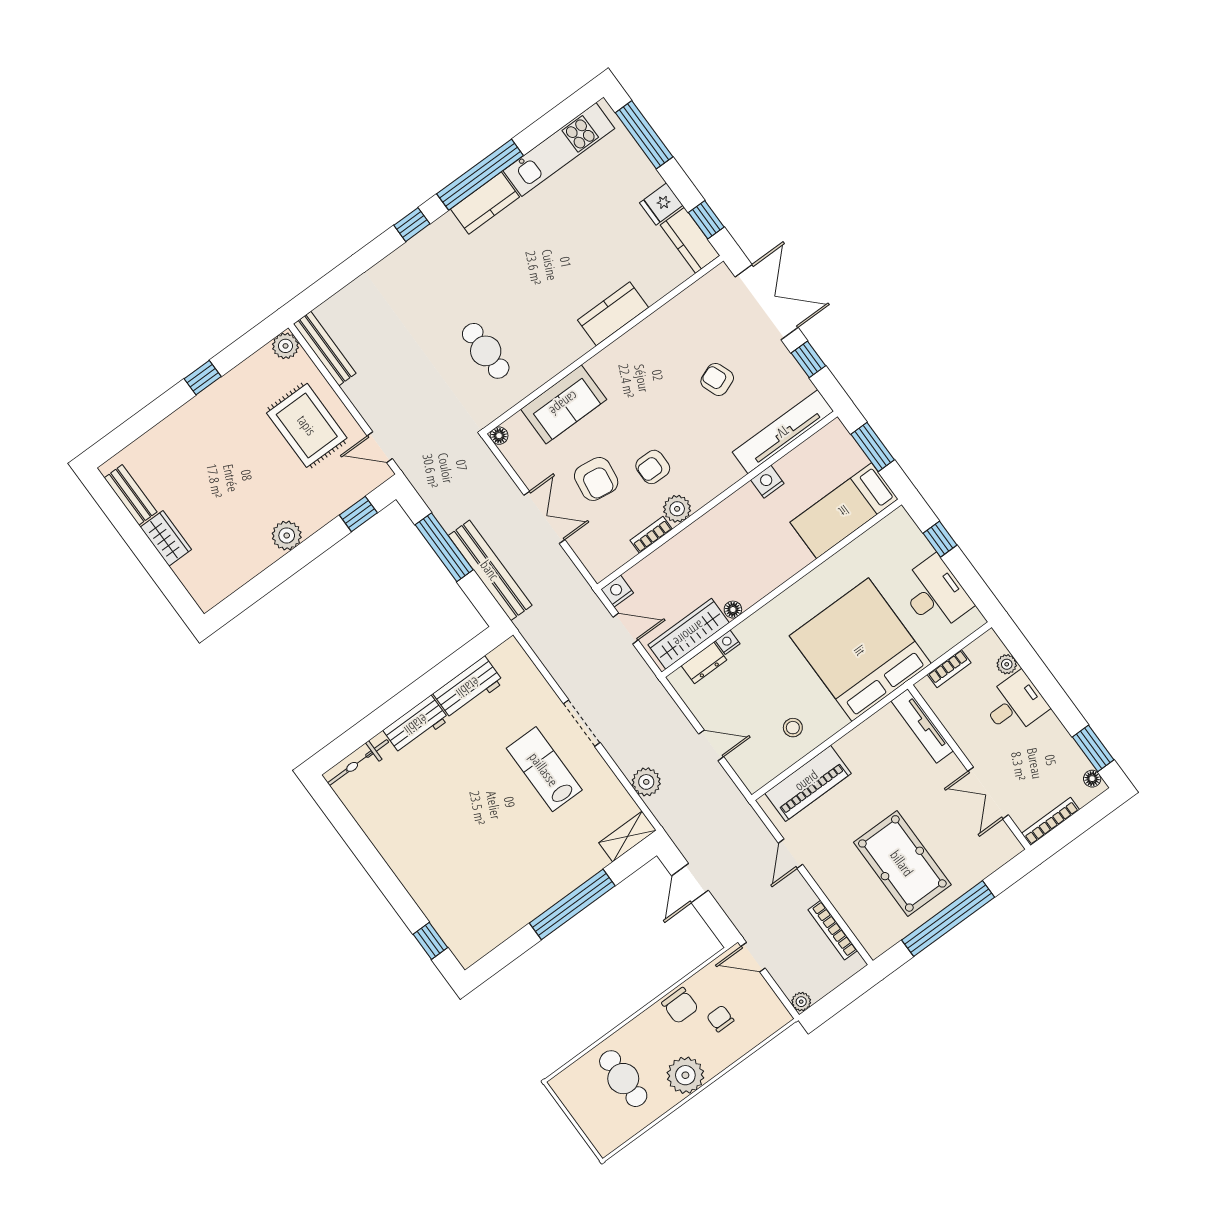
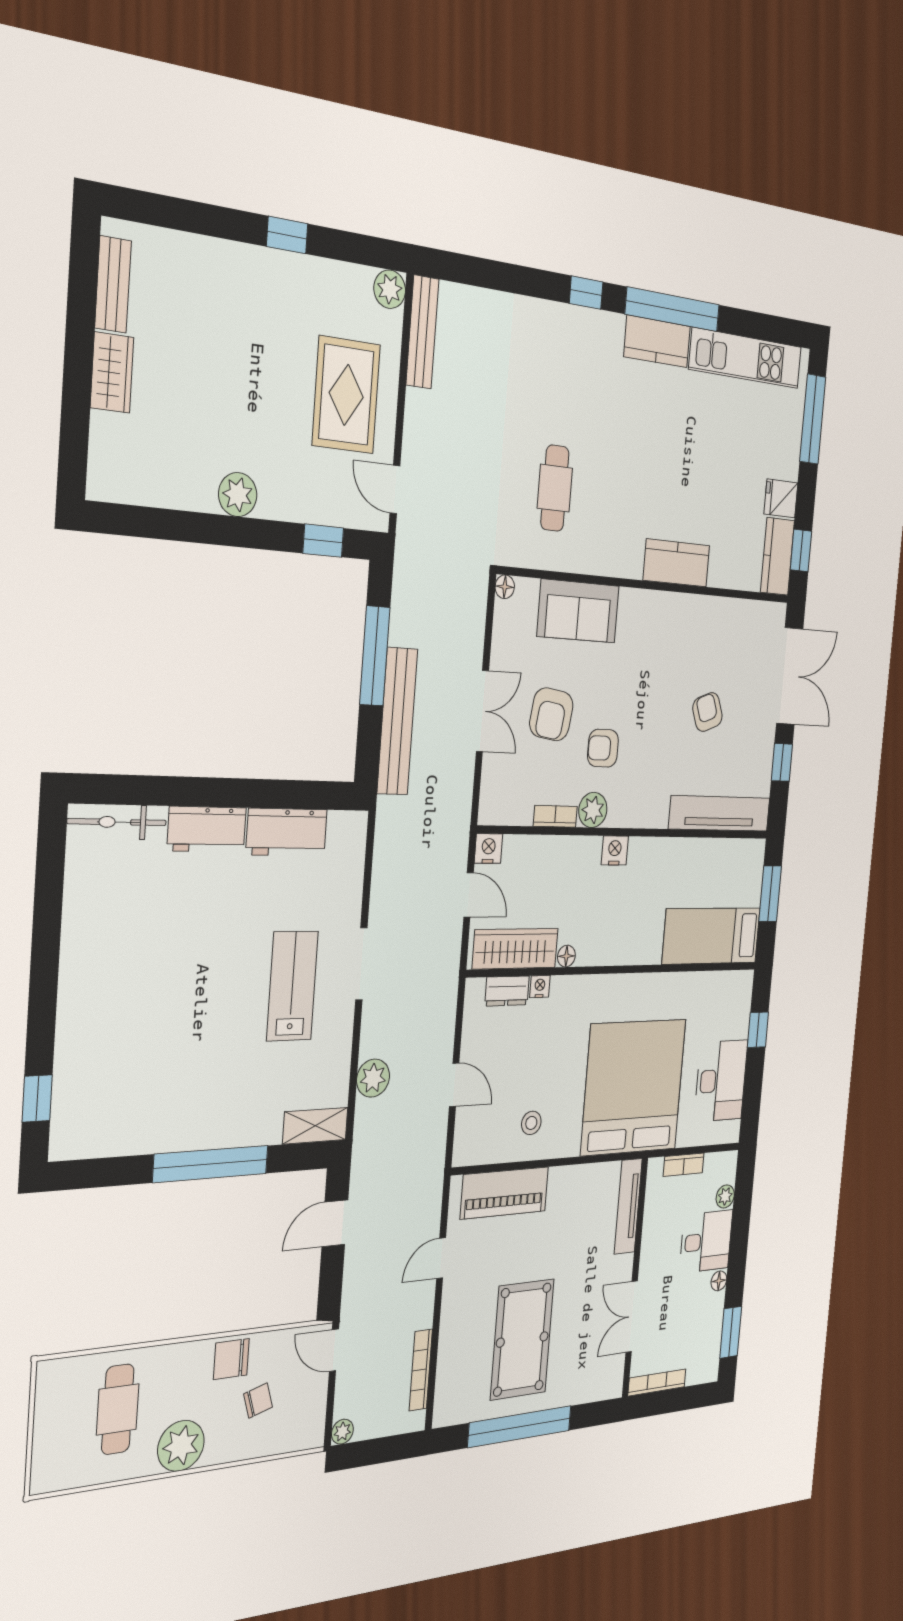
nightstand: (767, 482) -> (615, 850), moved
floor lamp: (1092, 779) -> (719, 1281), moved
chair: (680, 1006) -> (231, 1359), turned 90
chair: (720, 1019) -> (258, 1400), turned 73

